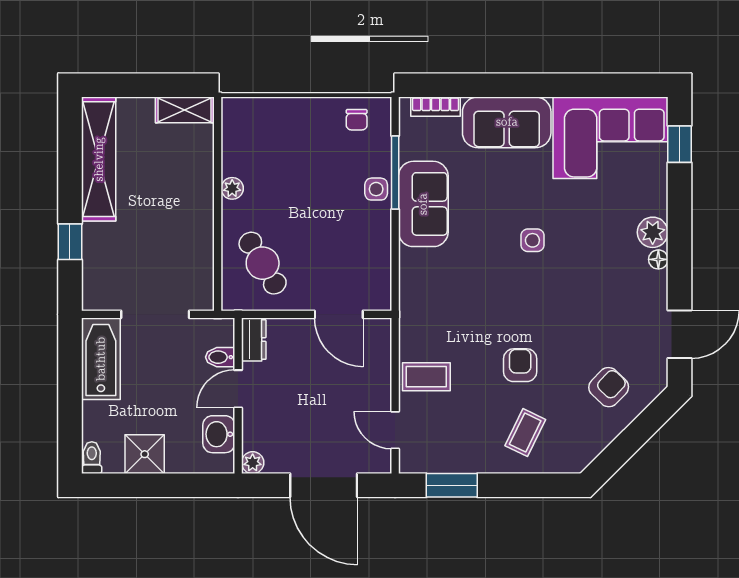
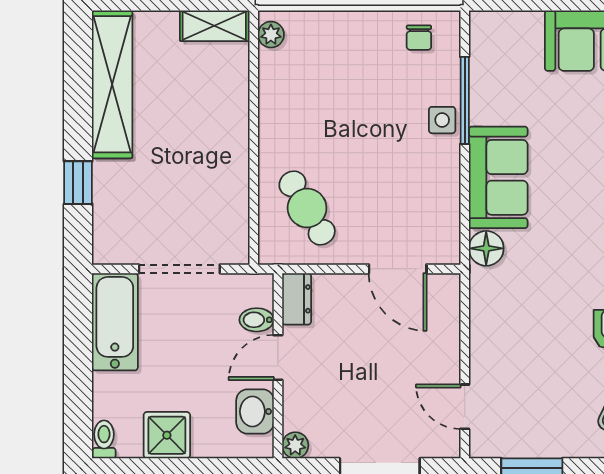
bookcase: (436, 107) -> (513, 22), removed
plant: (232, 188) -> (271, 35), moved
sofa: (423, 204) -> (498, 177), moved
floor lamp: (413, 297) -> (486, 248), added
coffee table: (426, 377) -> (502, 343), removed

